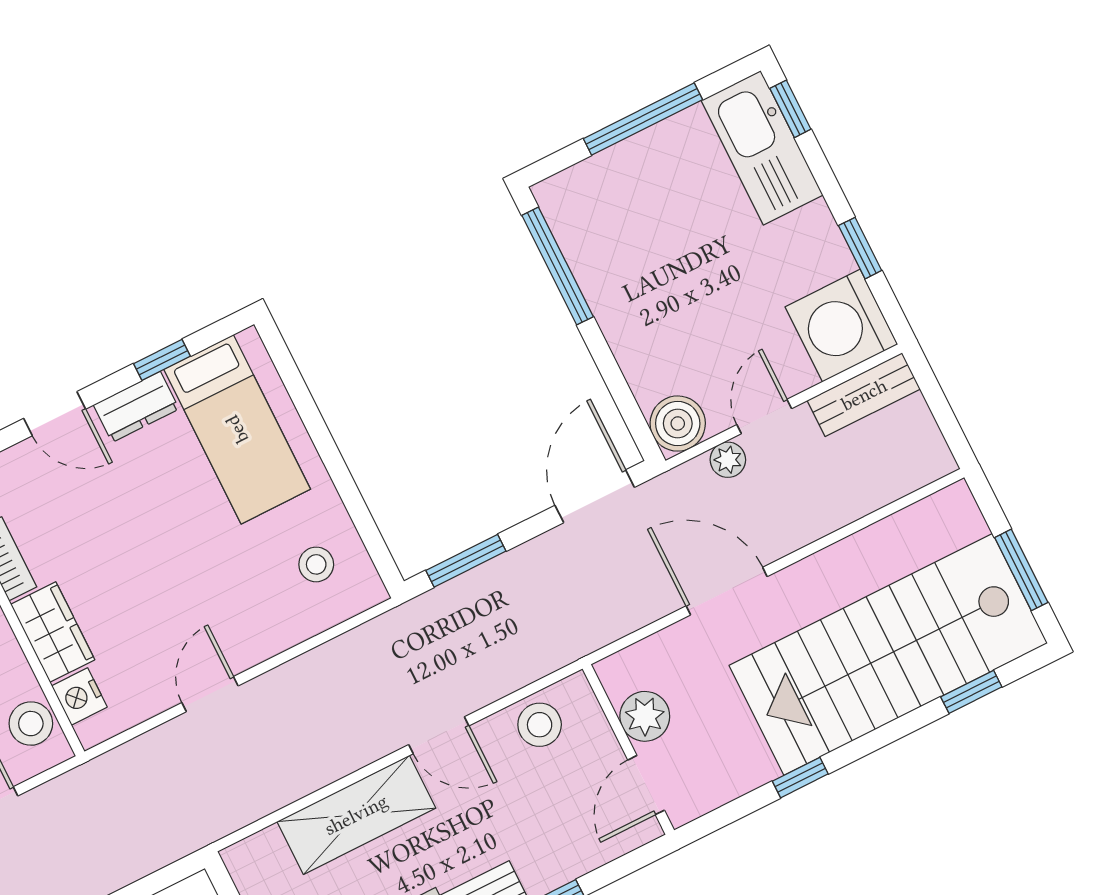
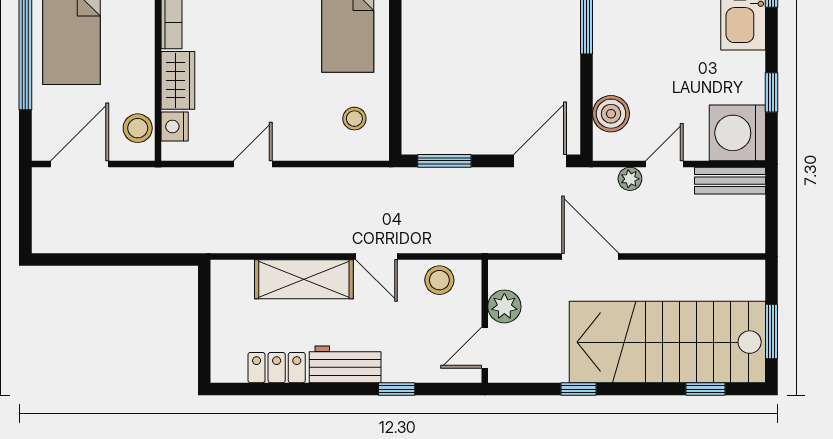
boiler: (678, 424) -> (611, 114), moved

